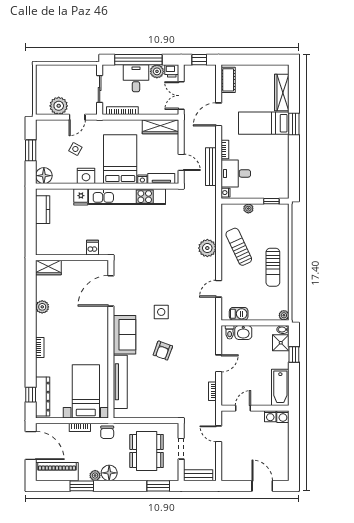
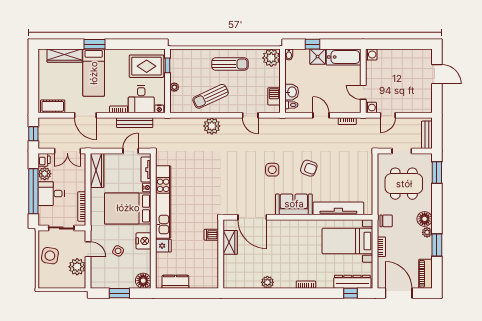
side table: (70, 77) -> (50, 256), added
rug: (271, 179) -> (147, 66), added
wardrobe: (48, 268) -> (230, 242), moved
plant: (284, 315) -> (271, 58), width x1.88, depth x1.88
shower: (281, 343) -> (318, 57), moved
washing machine: (270, 416) -> (371, 108), moved
door: (31, 445) -> (399, 293), hinge flipped
piano: (57, 472) -> (425, 274), width x0.73, depth x0.75
door: (262, 486) -> (437, 74), swing flipped

